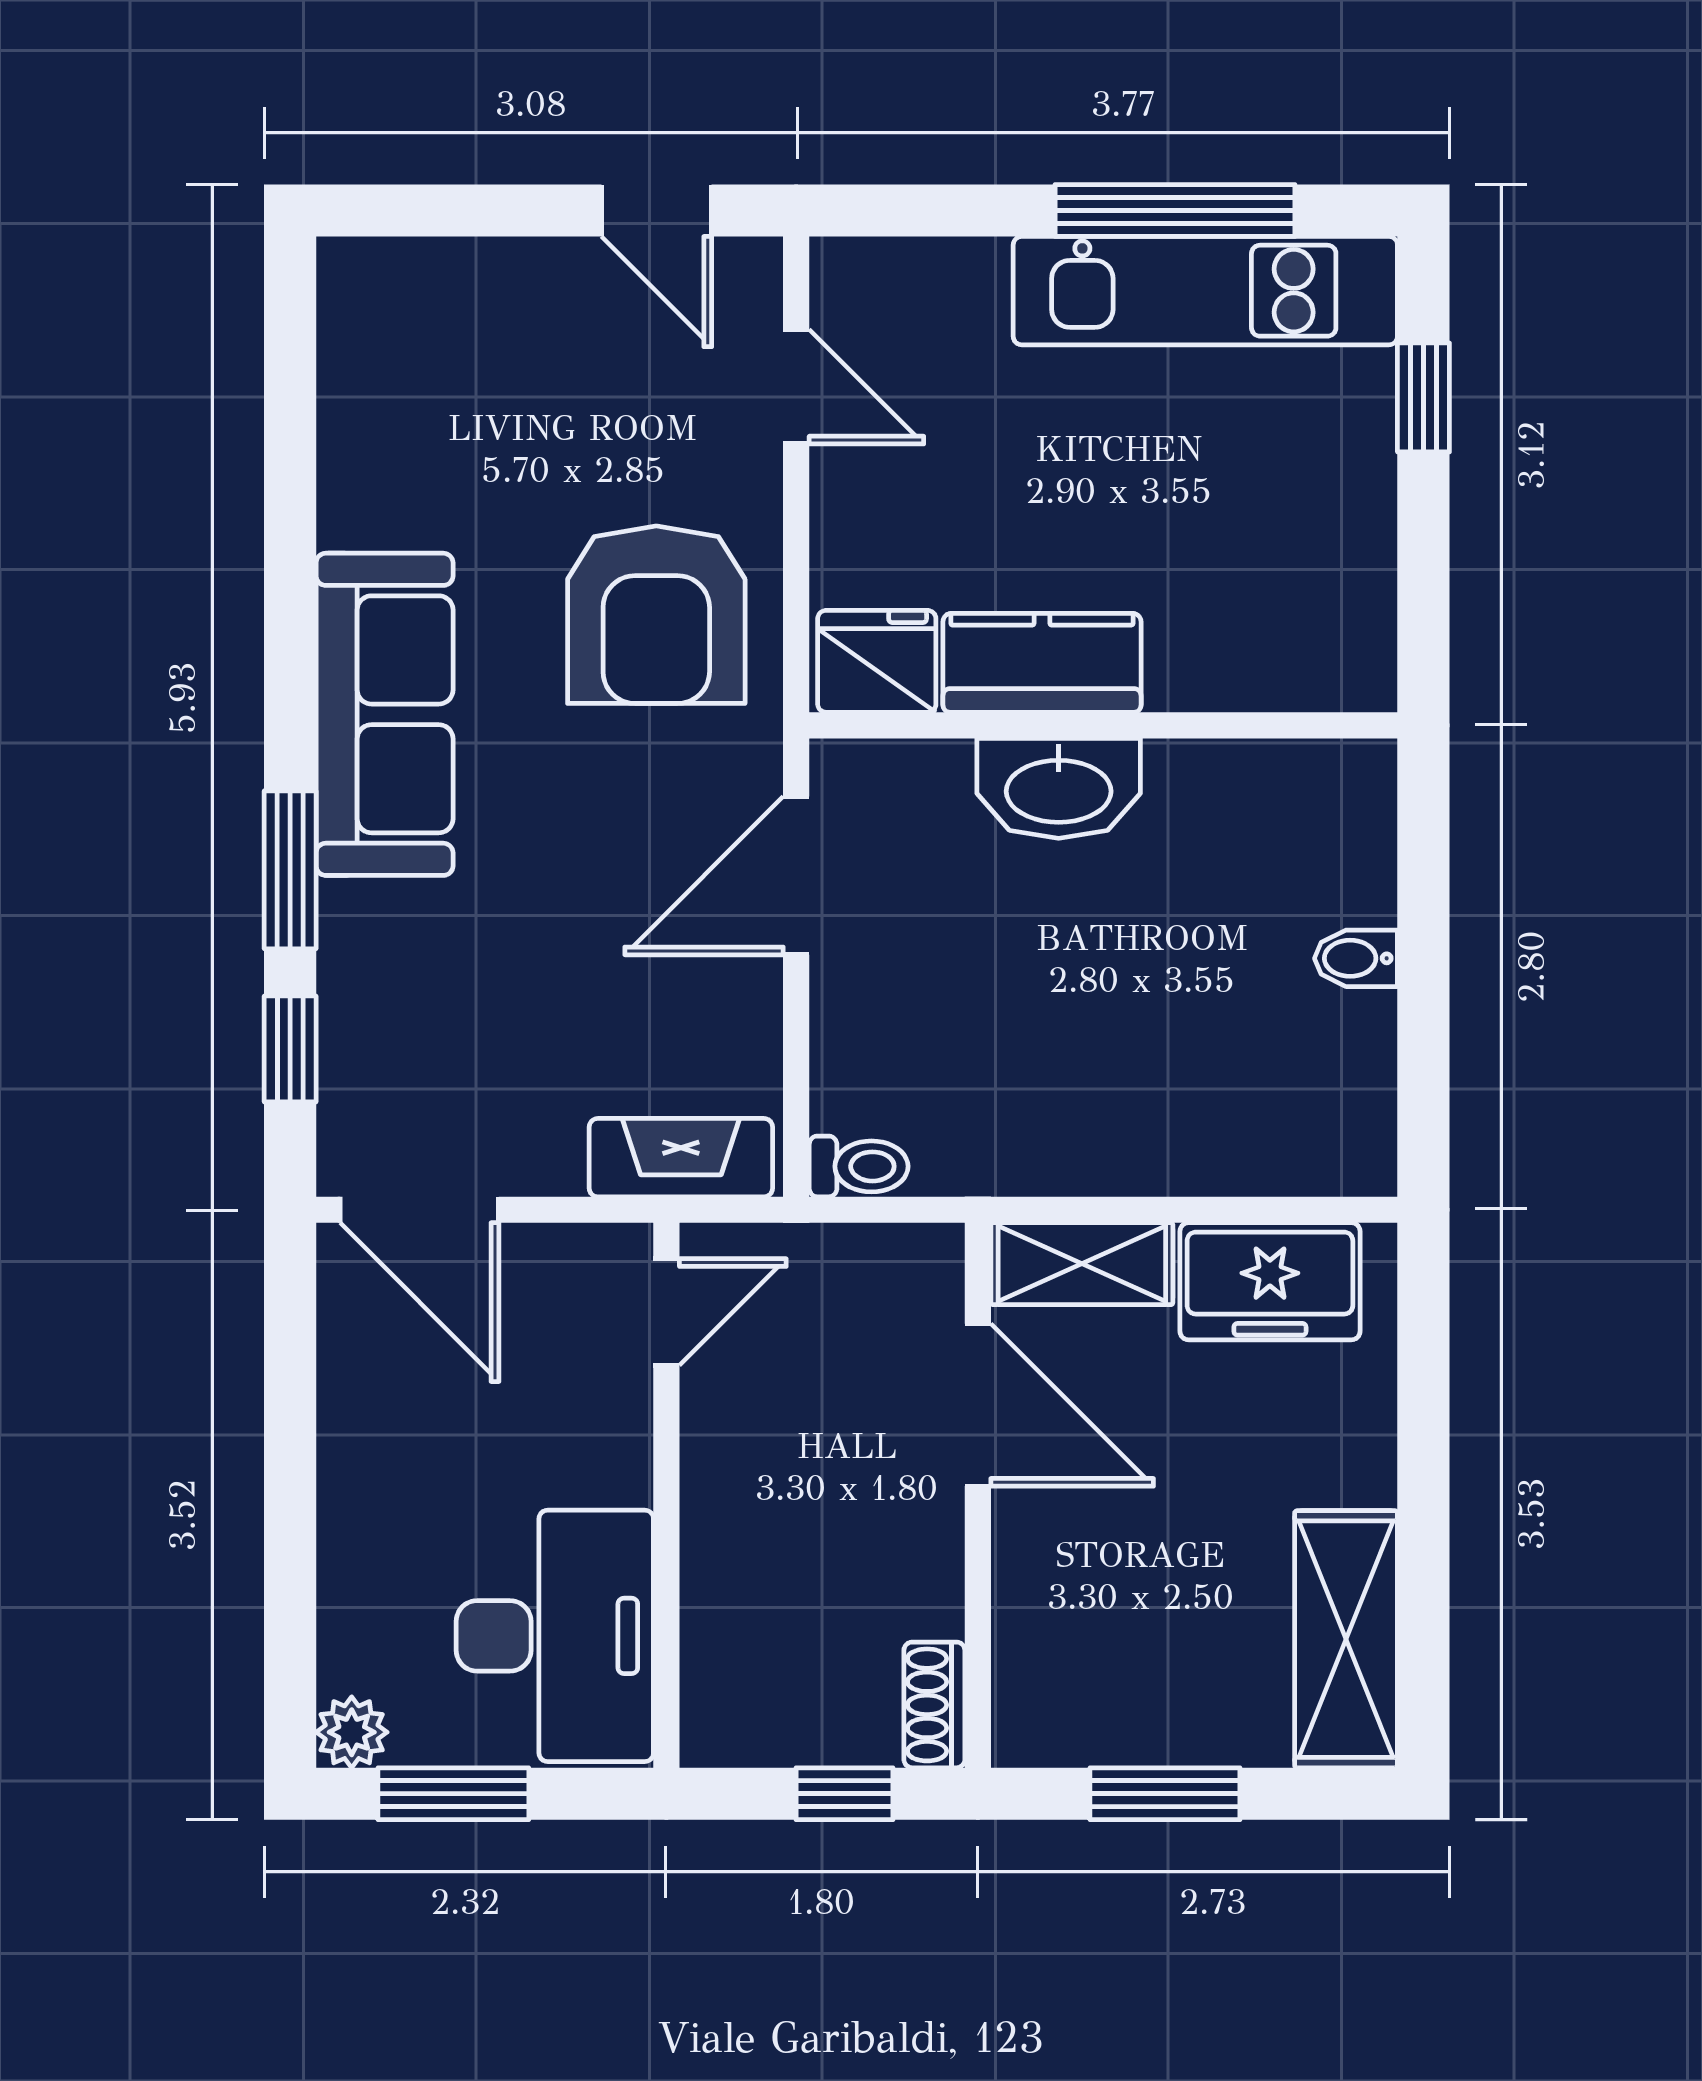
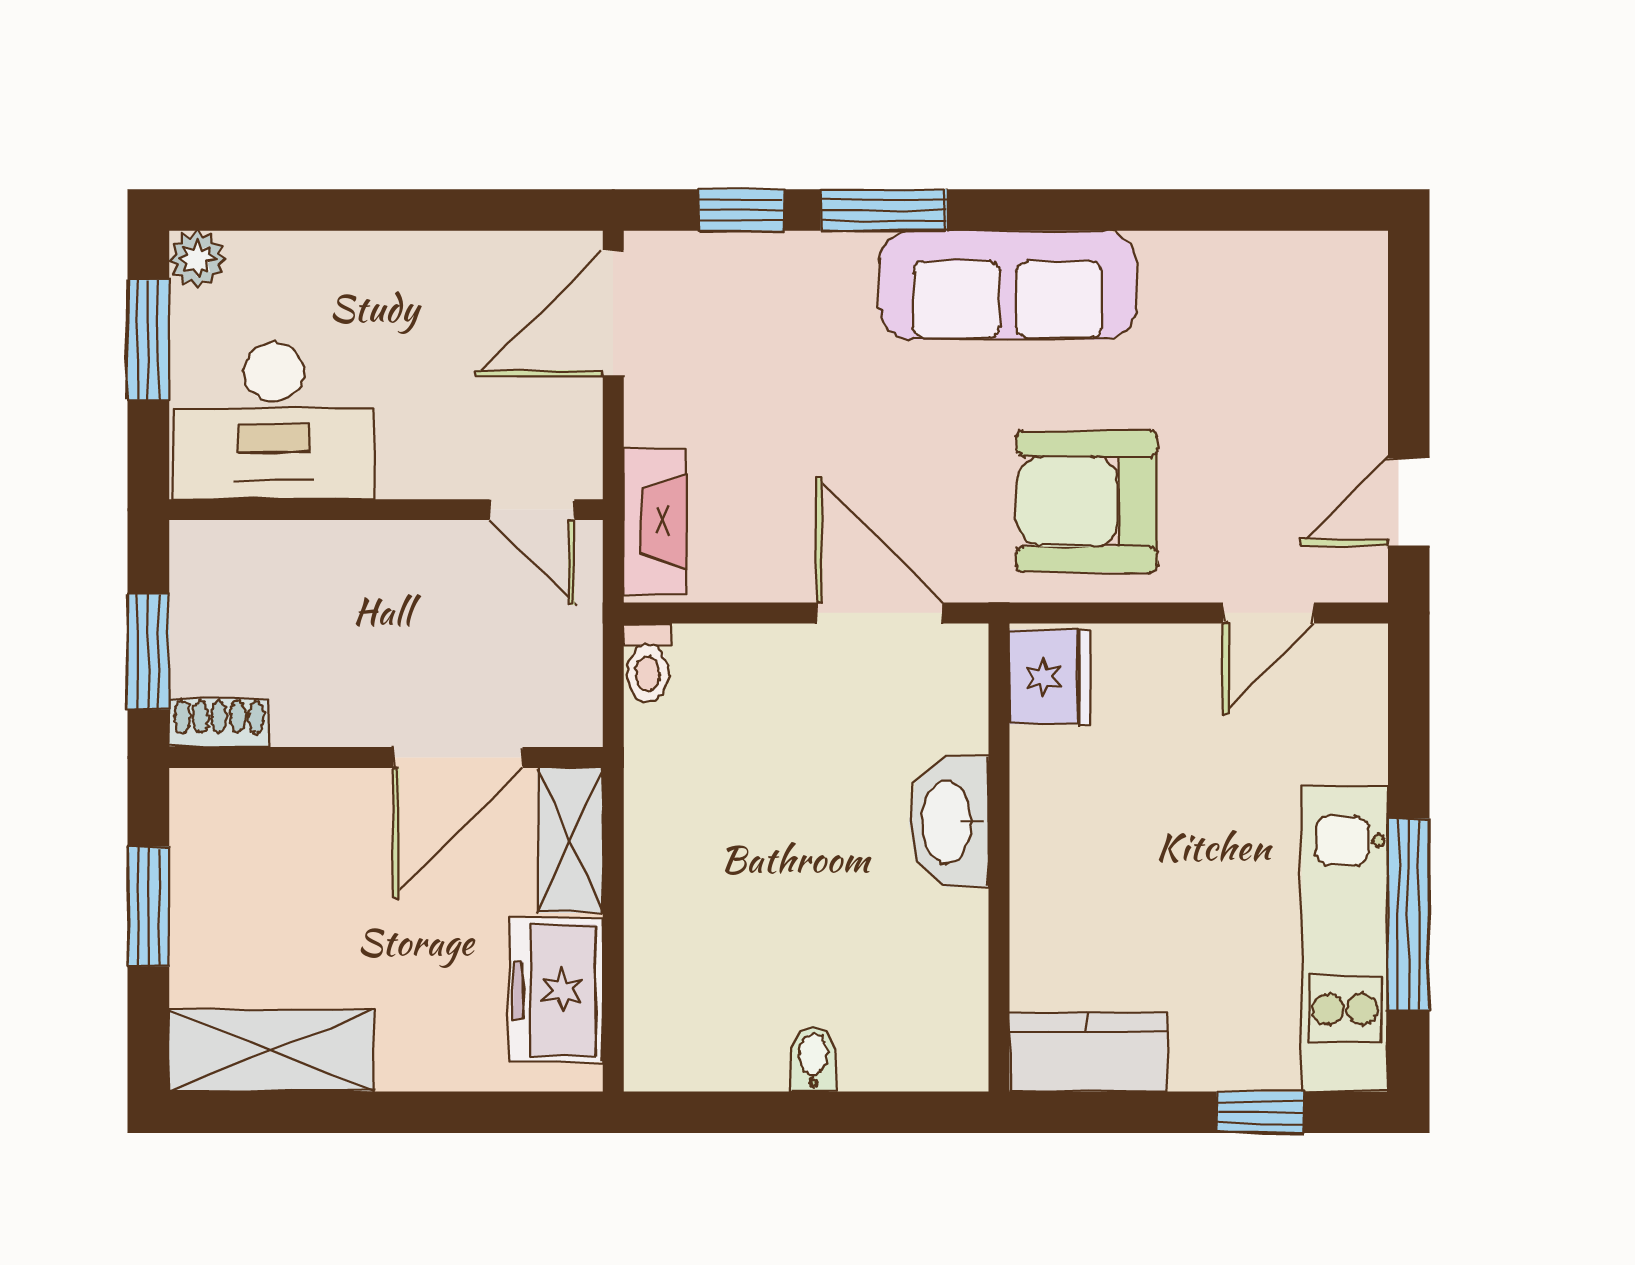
kitchen counter: (1042, 663) -> (1088, 1052), moved, turned -90
window: (844, 1794) -> (148, 651), width x1.50

